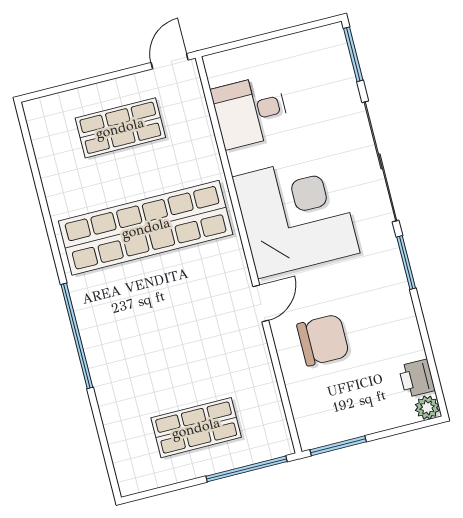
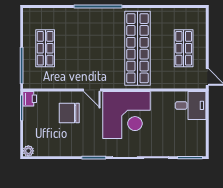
desk: (251, 112) -> (191, 105), moved, turned 90
chair: (323, 340) -> (69, 113), turned 90
printer: (417, 378) -> (30, 99), moved, turned 90

